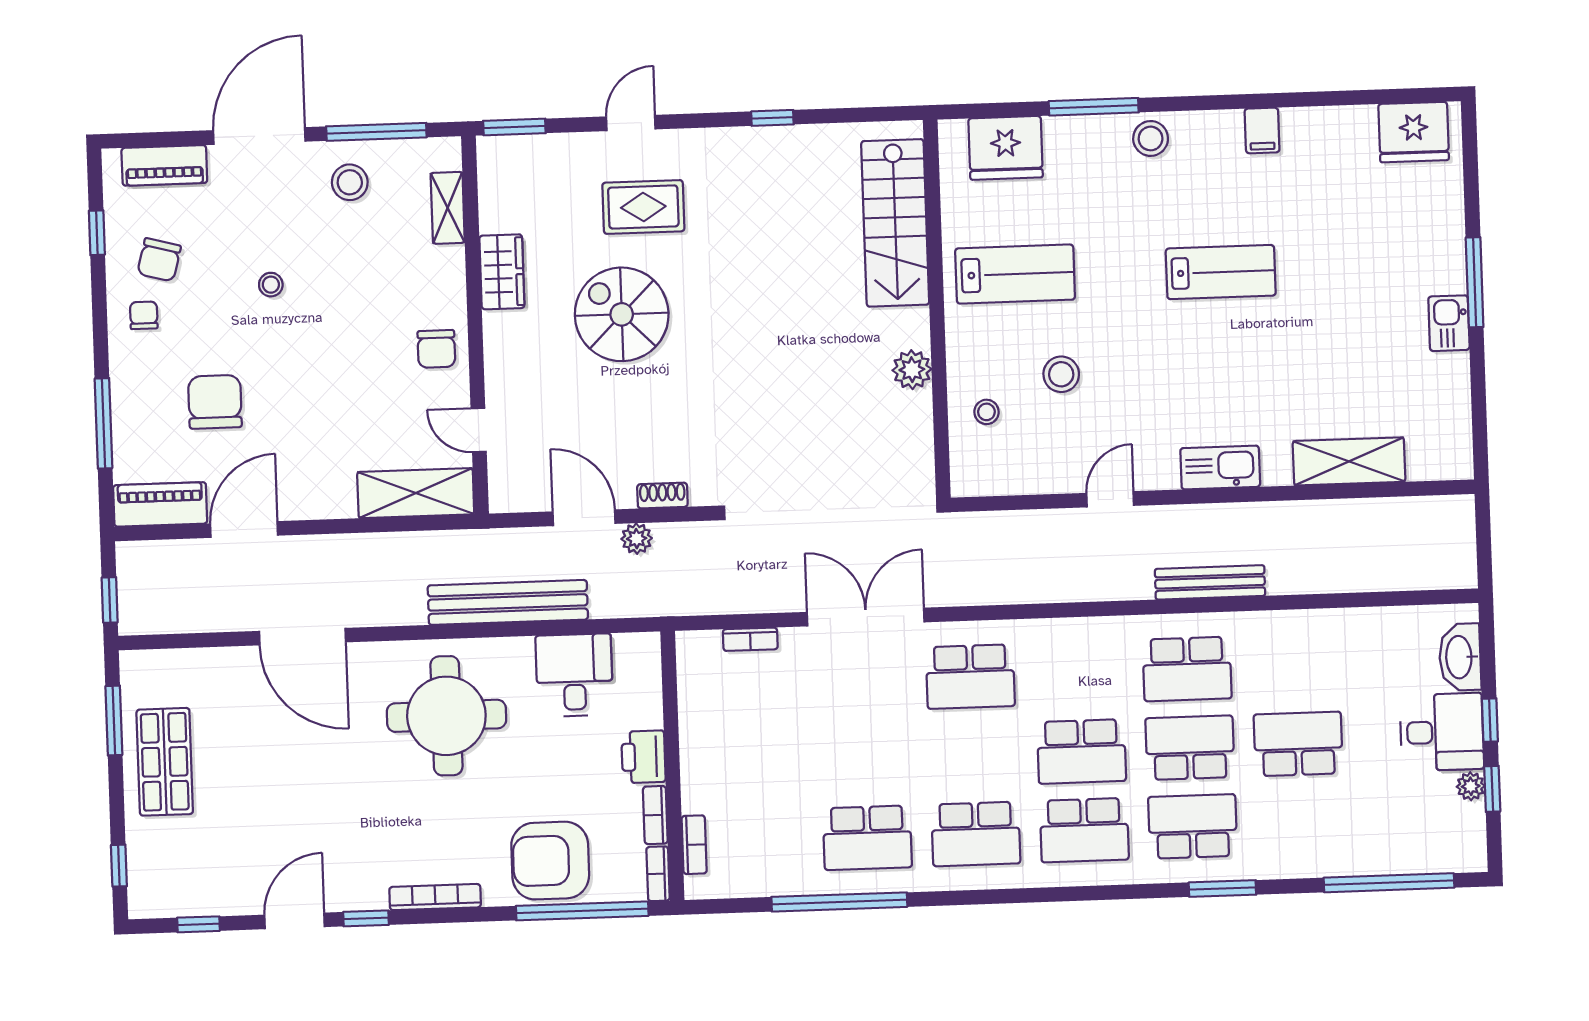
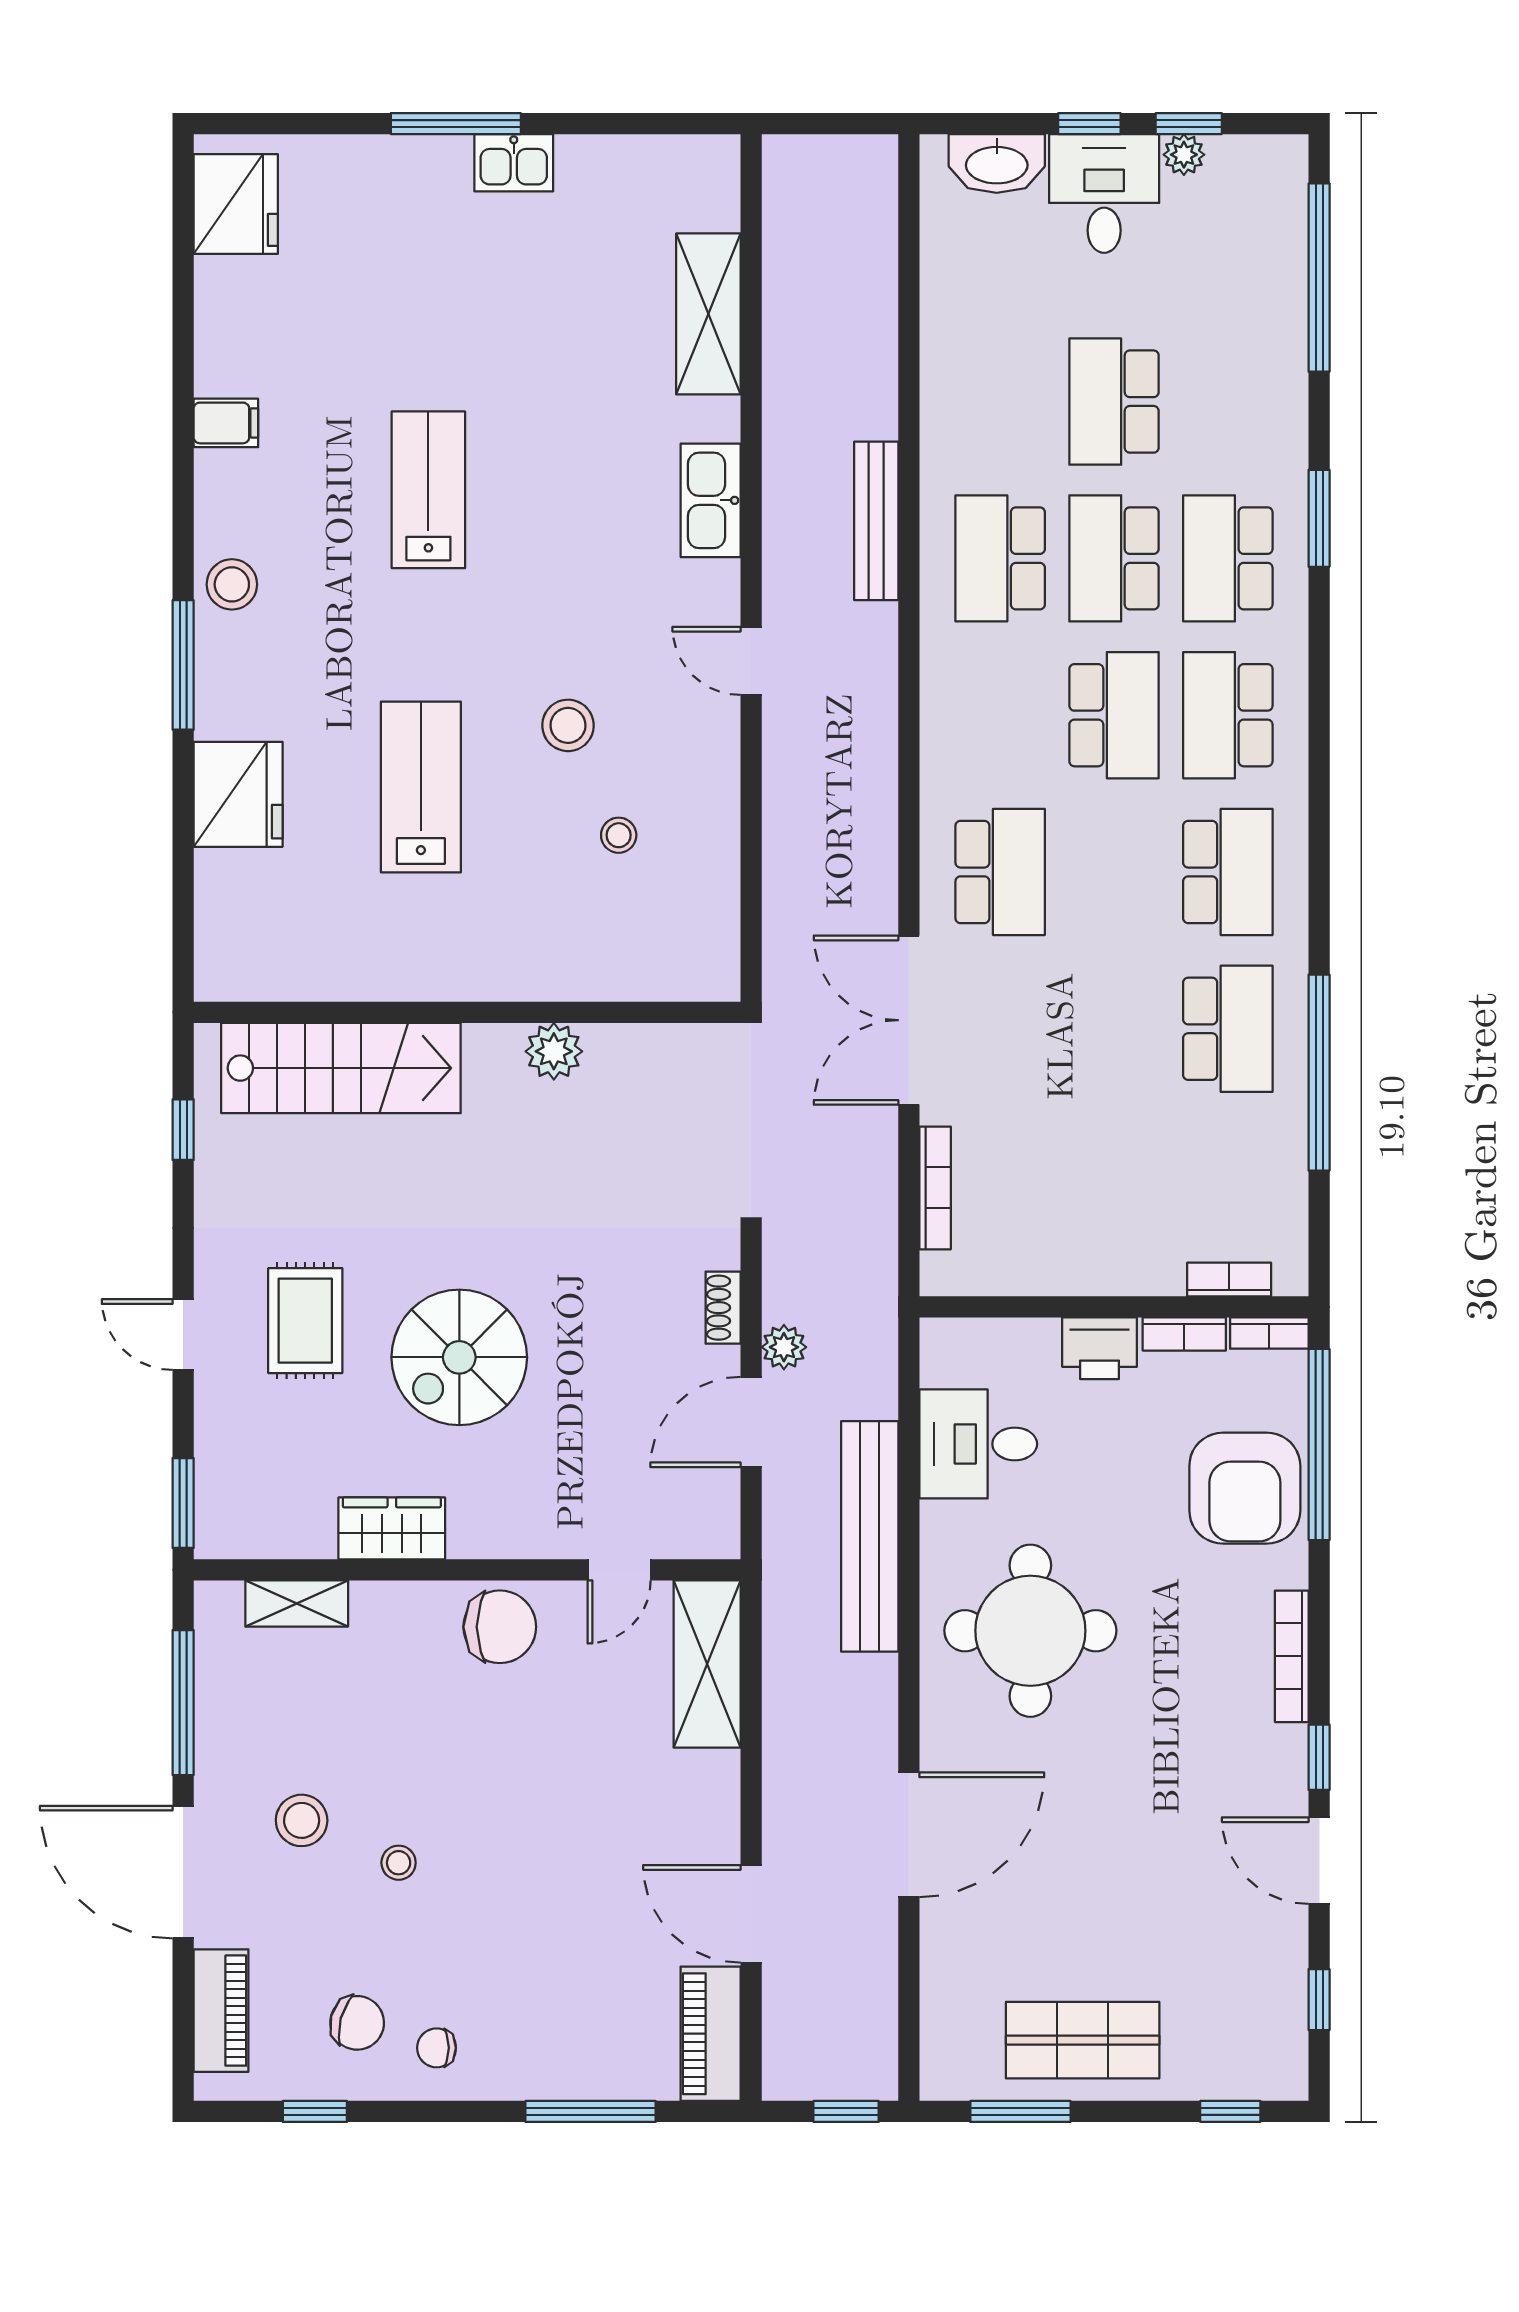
stool: (350, 182) -> (302, 1820), moved
stairs: (895, 223) -> (341, 1068), moved
wall: (937, 309) -> (467, 1012), moved
chair: (436, 349) -> (500, 1627), width x1.37, depth x1.37
plant: (912, 370) -> (554, 1051), moved
chair: (215, 402) -> (565, 1949), removed
bookcase: (750, 639) -> (935, 1188), width x1.56
school desk: (1187, 669) -> (1000, 558), turned 180
school desk: (1084, 830) -> (1228, 715), turned 180

